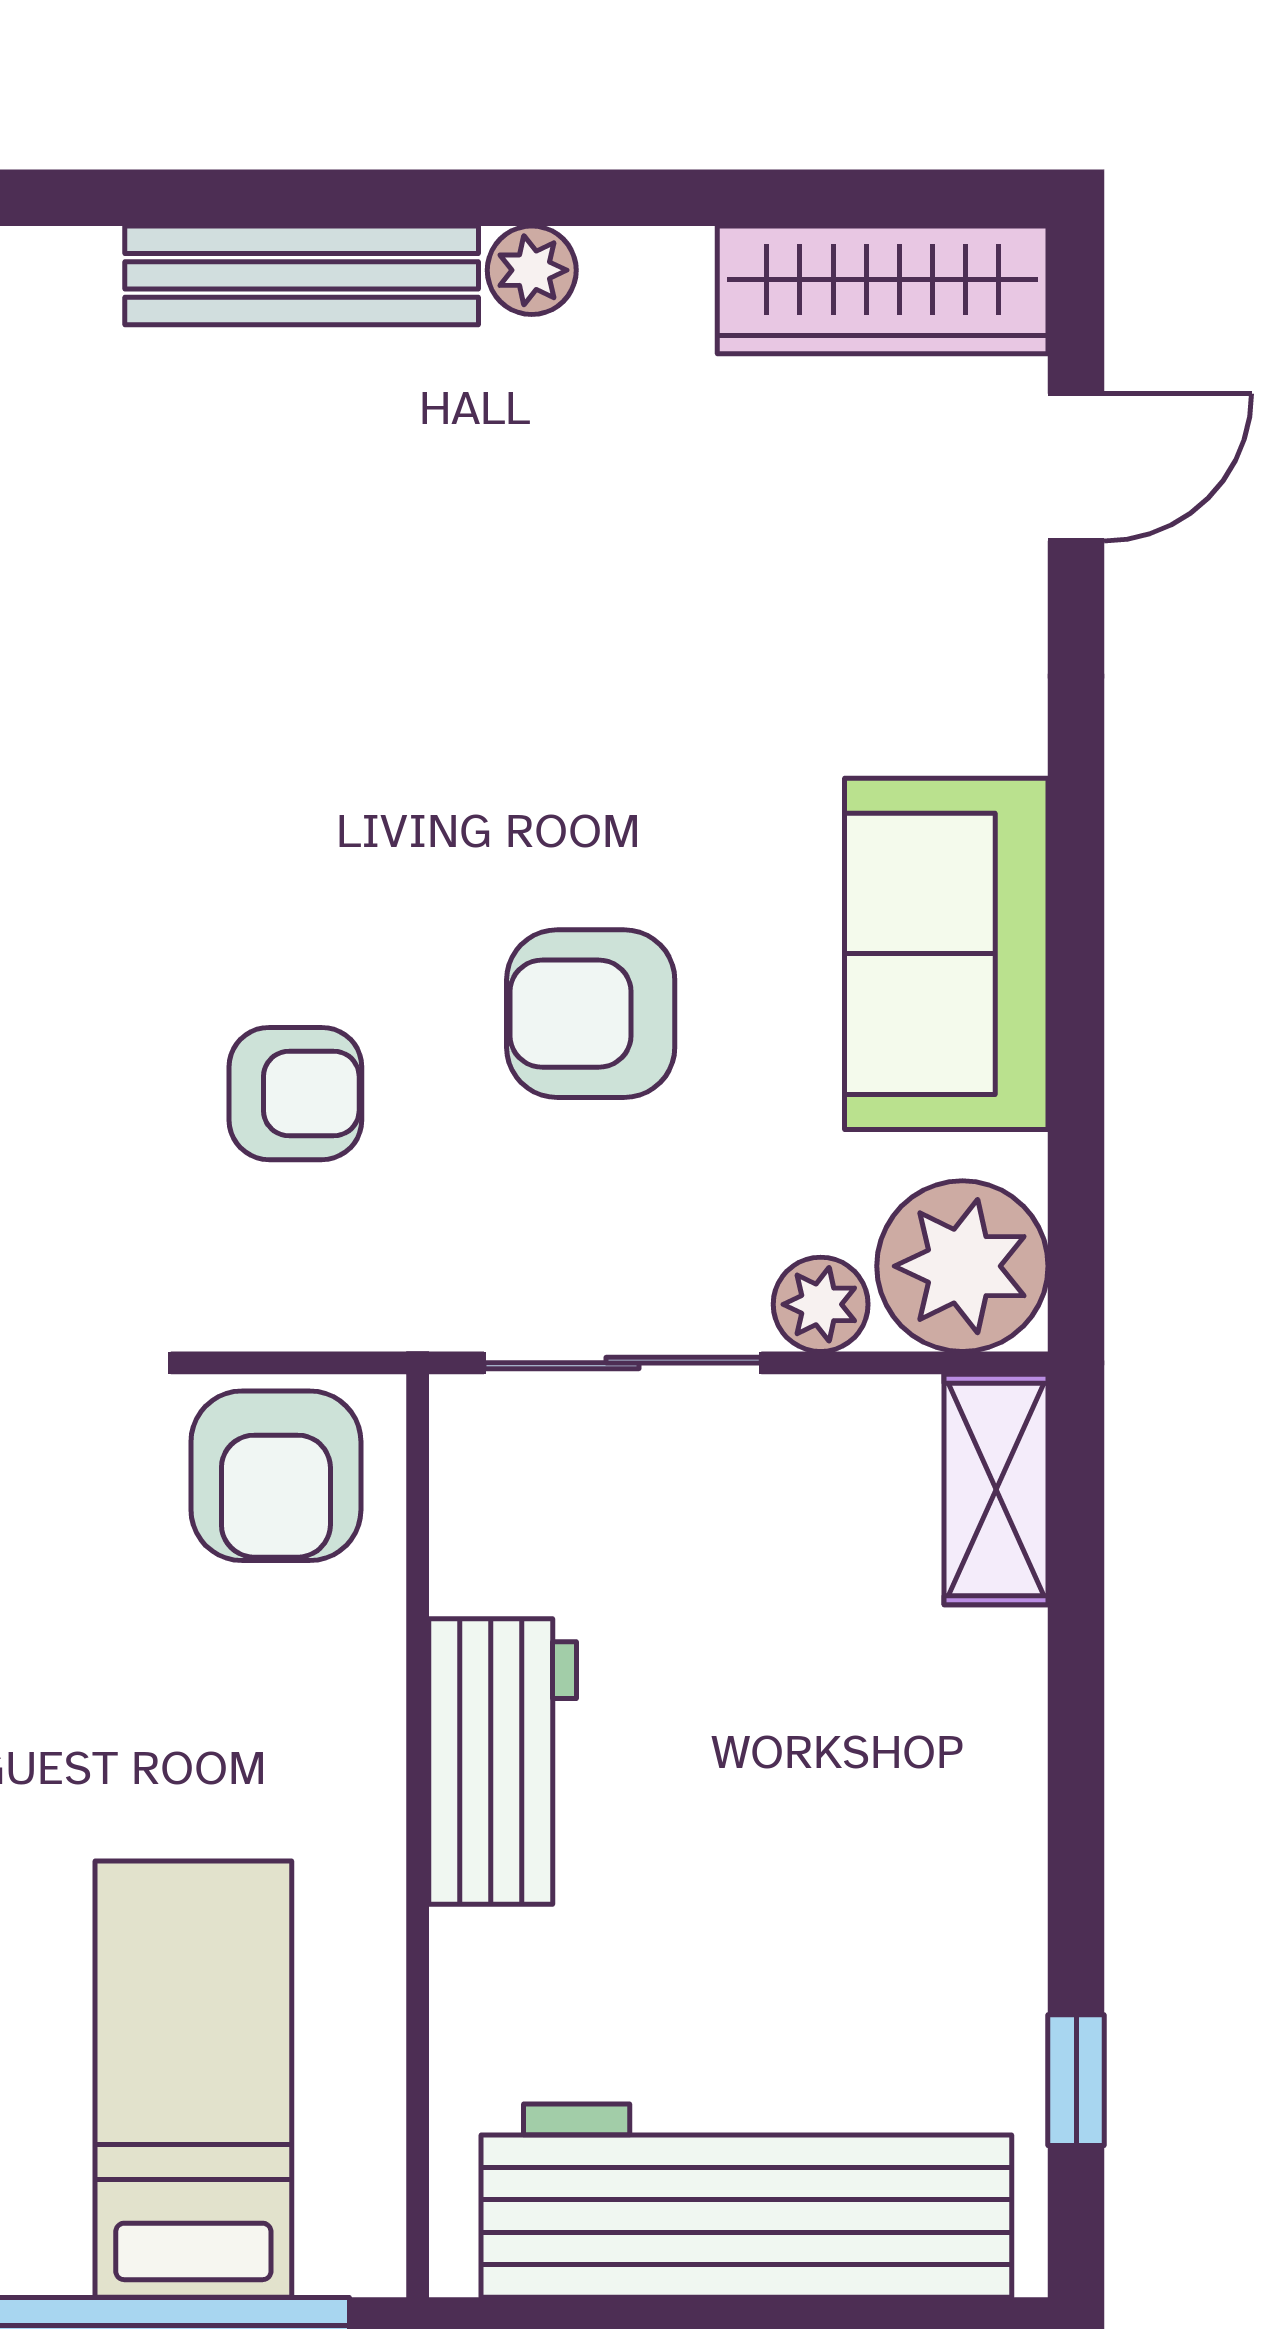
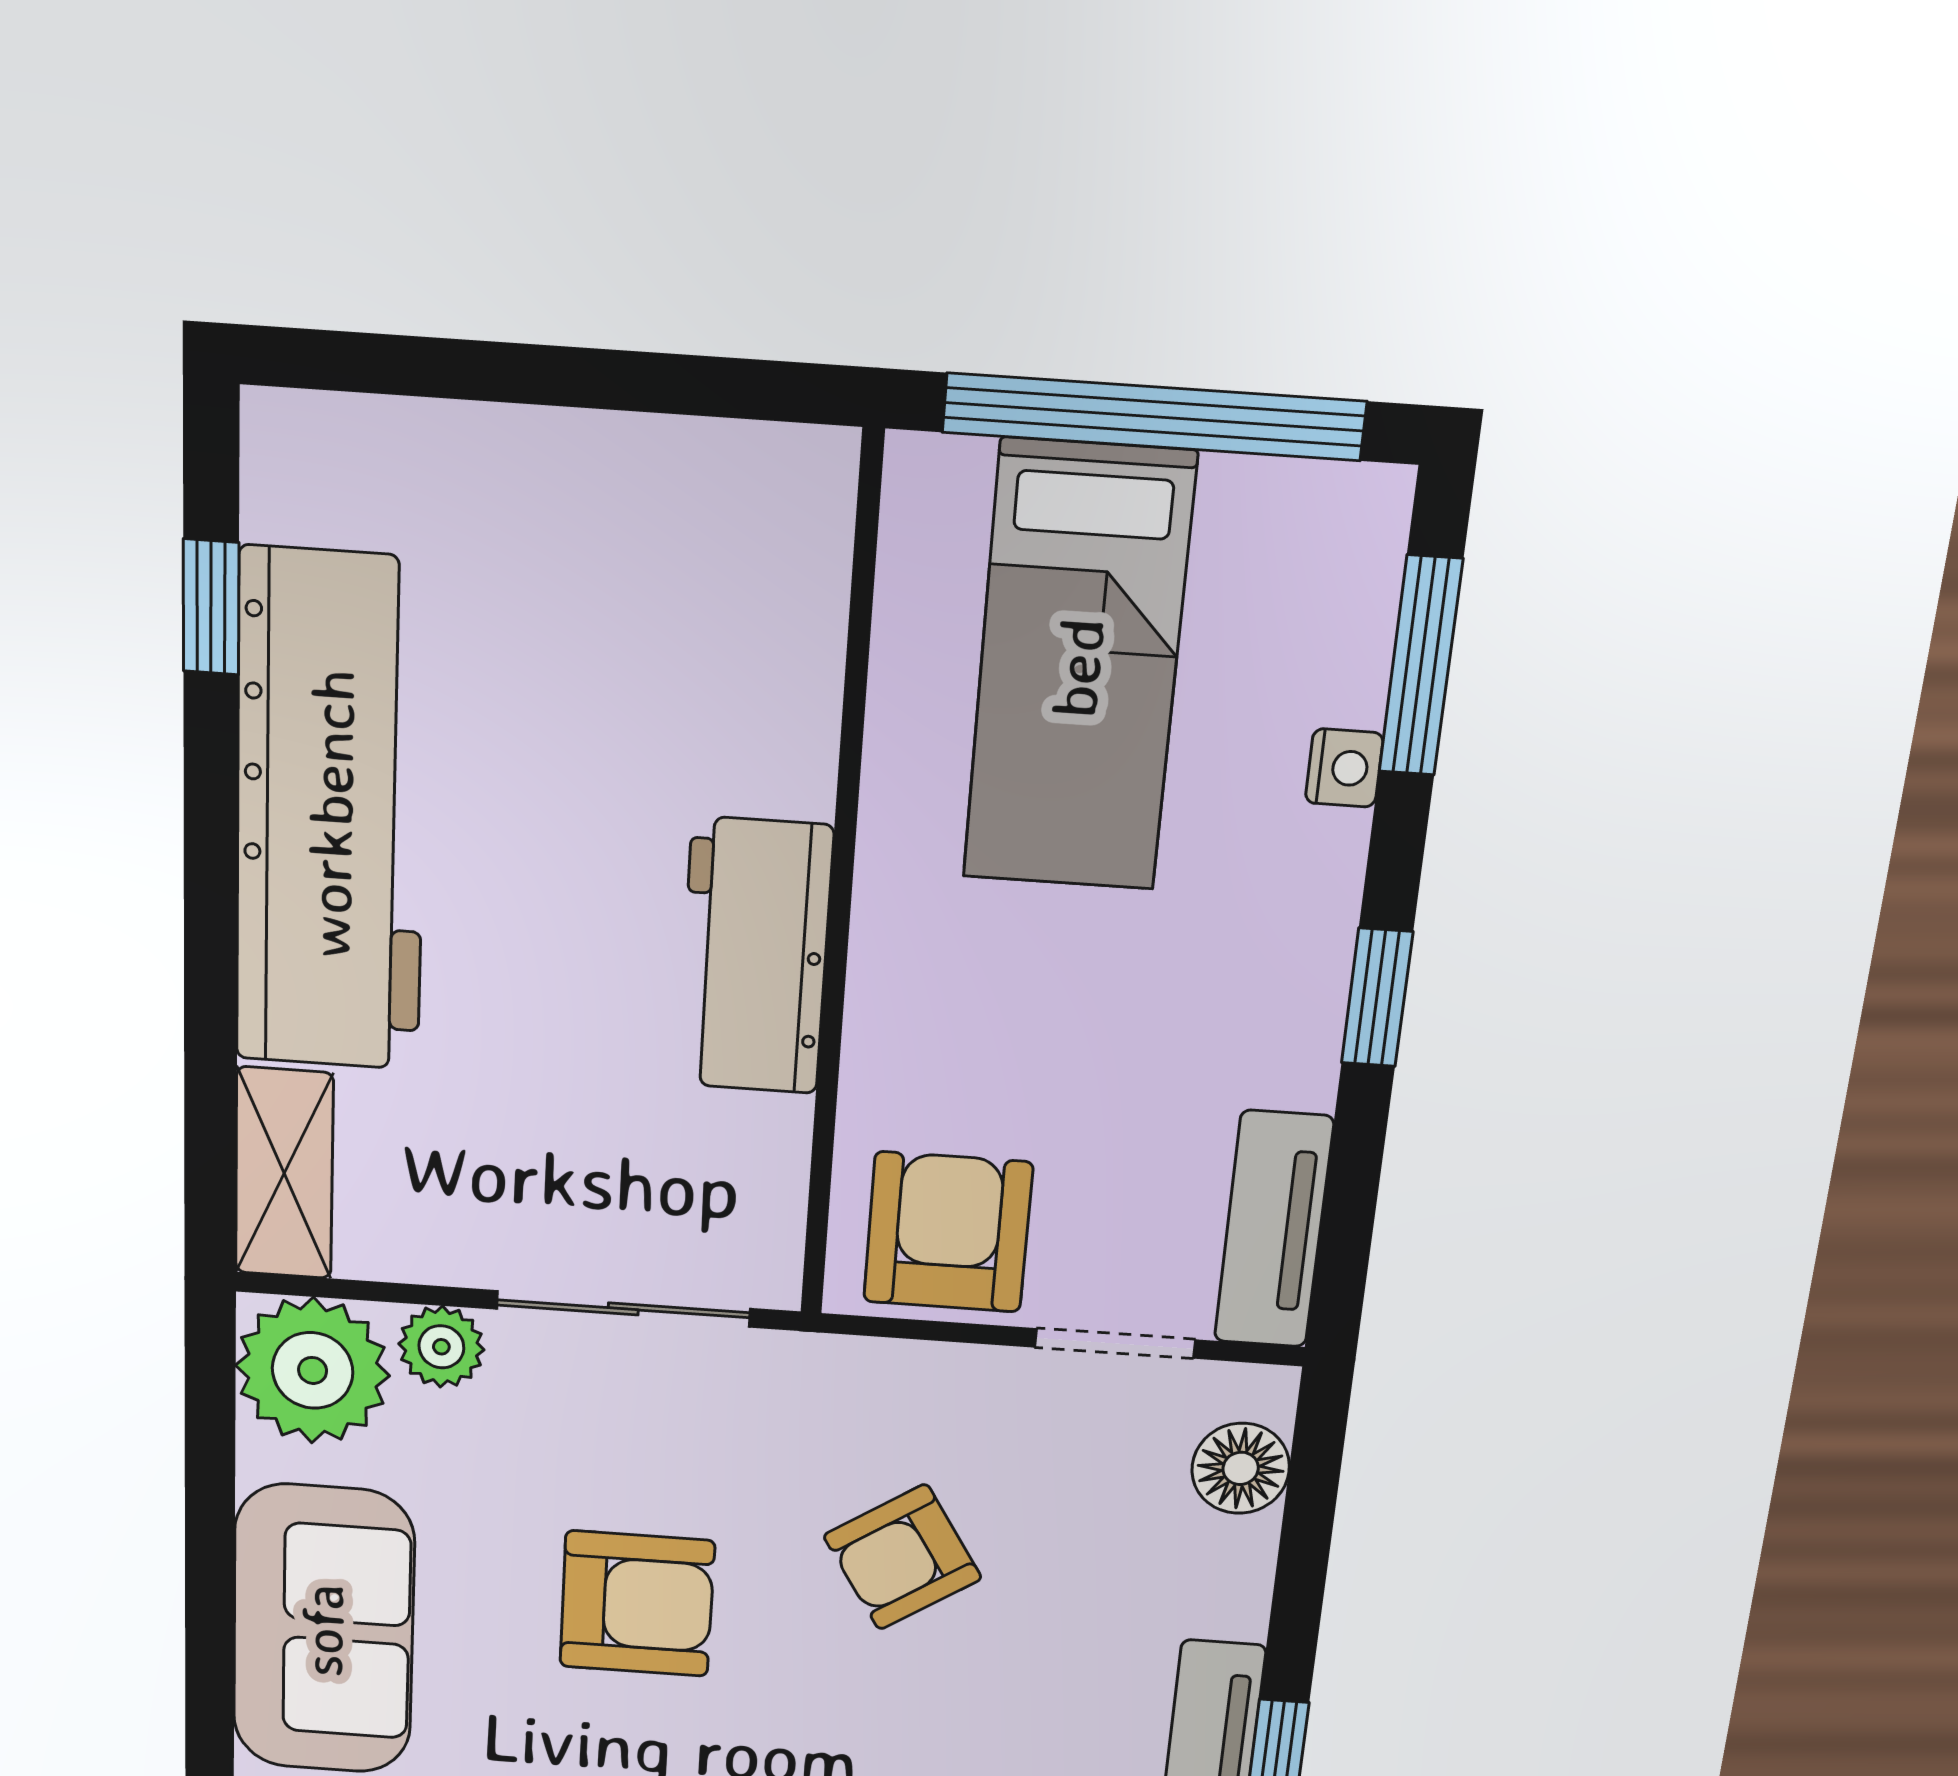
armchair: (295, 1094) -> (903, 1557), turned -33
workbench: (746, 2201) -> (331, 814), moved, turned -90

